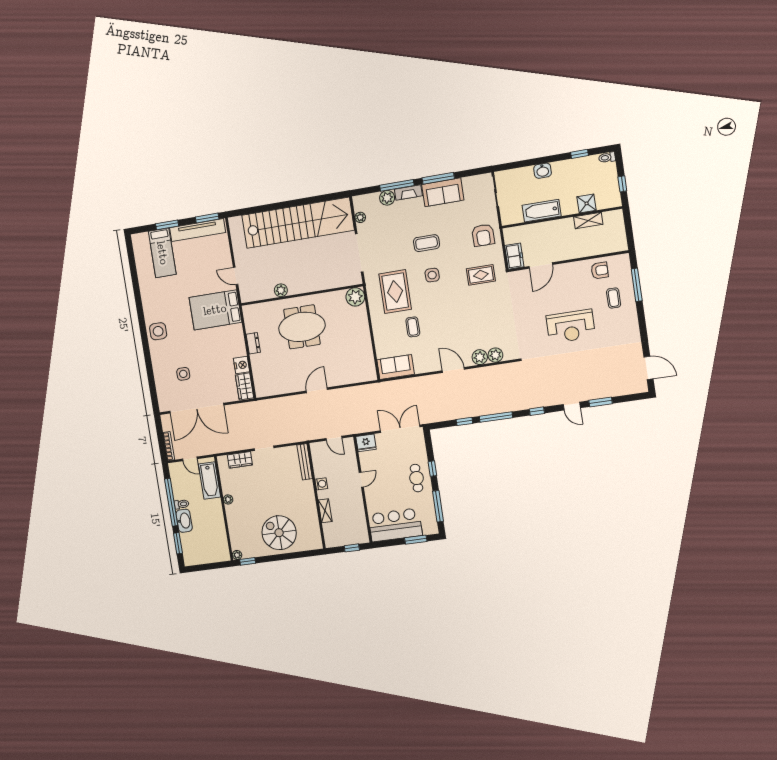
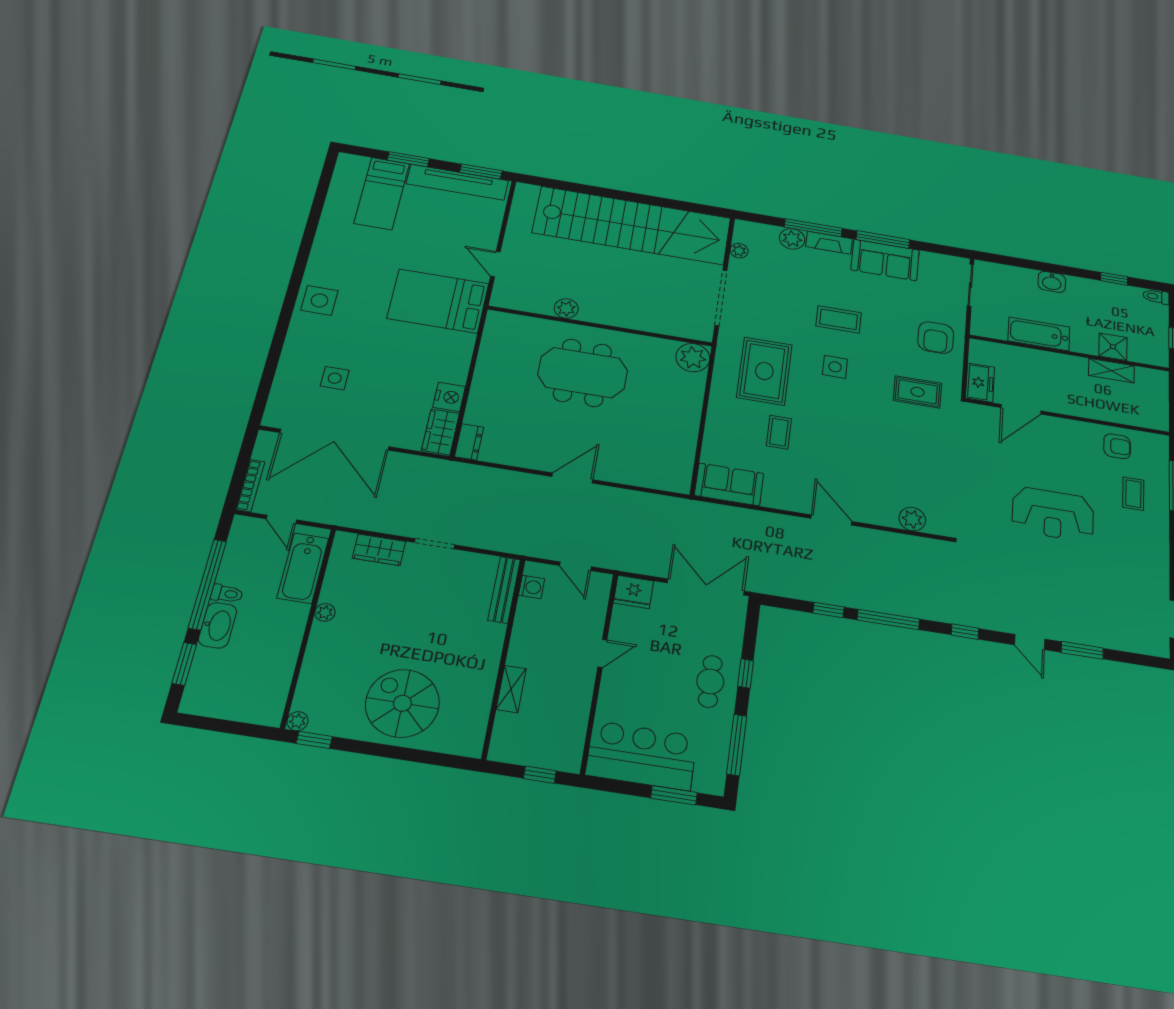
dresser: (253, 343) -> (469, 442), moved
plant: (480, 357) -> (884, 514), removed
washing machine: (321, 484) -> (532, 587), moved

